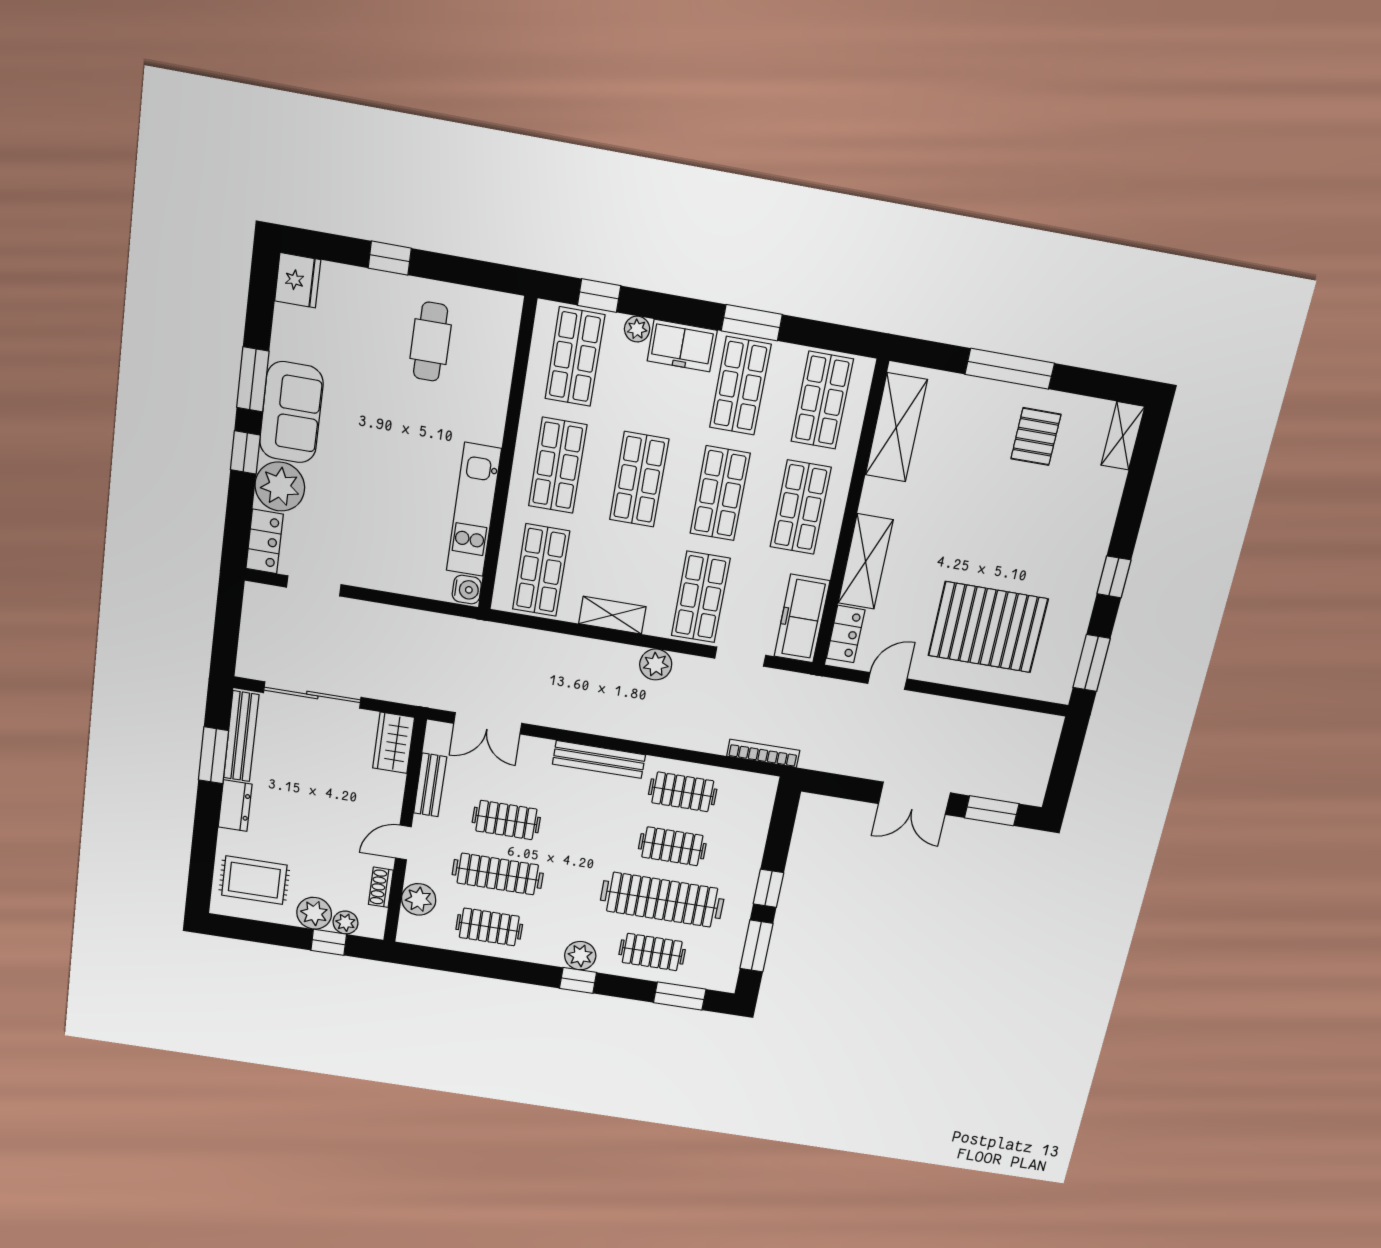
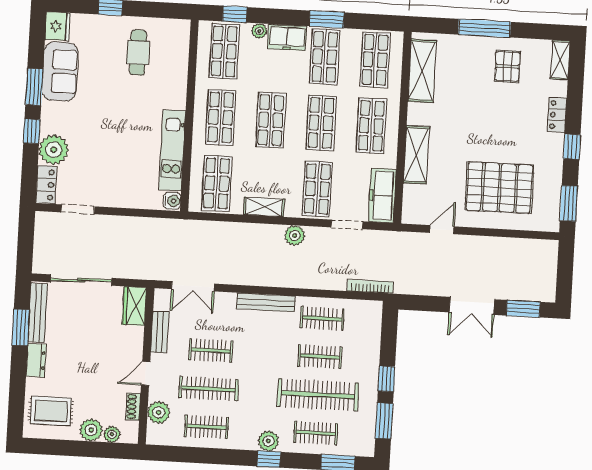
sofa: (291, 412) -> (60, 71), moved
locker: (846, 634) -> (557, 115), moved, turned 180
window: (329, 942) -> (102, 450), removed

